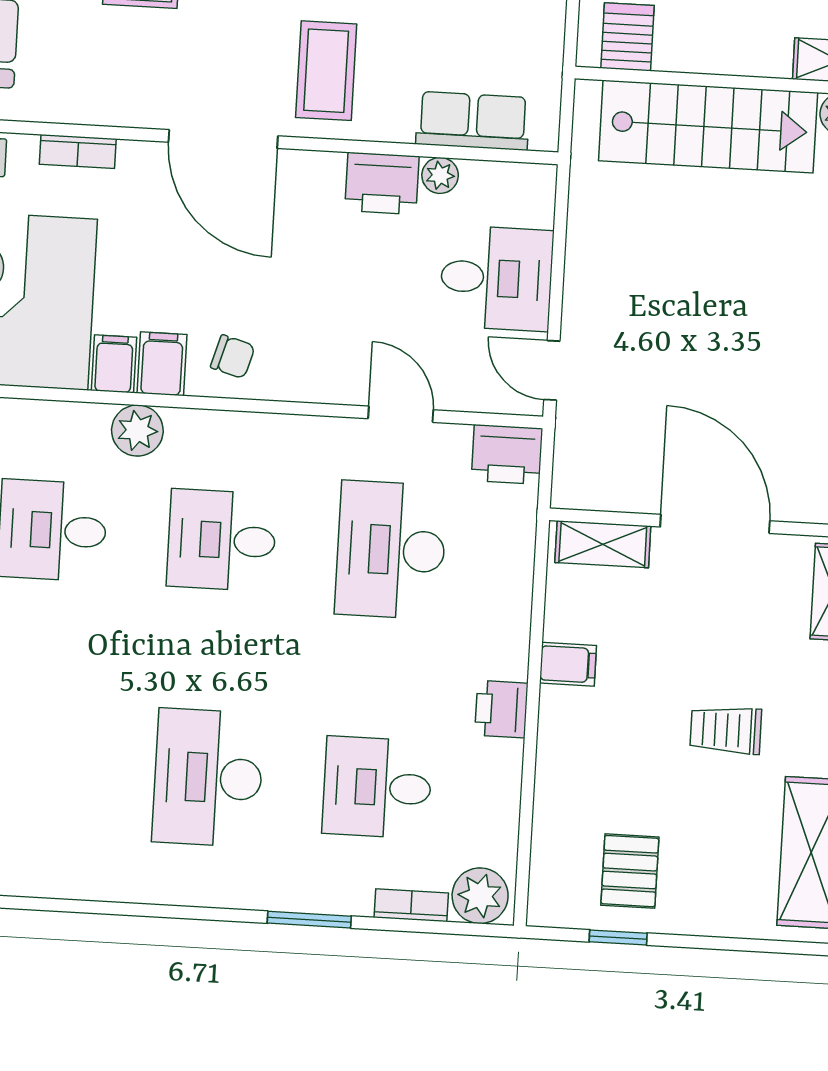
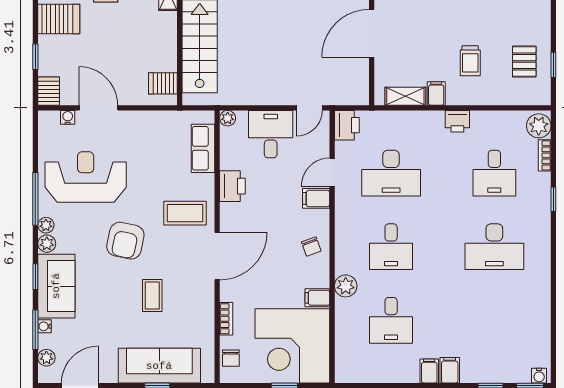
plant: (440, 175) -> (228, 118), moved
chair: (233, 357) -> (311, 246), turned 144
filing cabinet: (162, 364) -> (316, 198), moved
shelving: (603, 544) -> (405, 96), moved, turned 90
trolley: (726, 730) -> (470, 61), moved
pallet: (630, 871) -> (524, 61), turned 90
window: (309, 920) -> (553, 199), width x0.67

